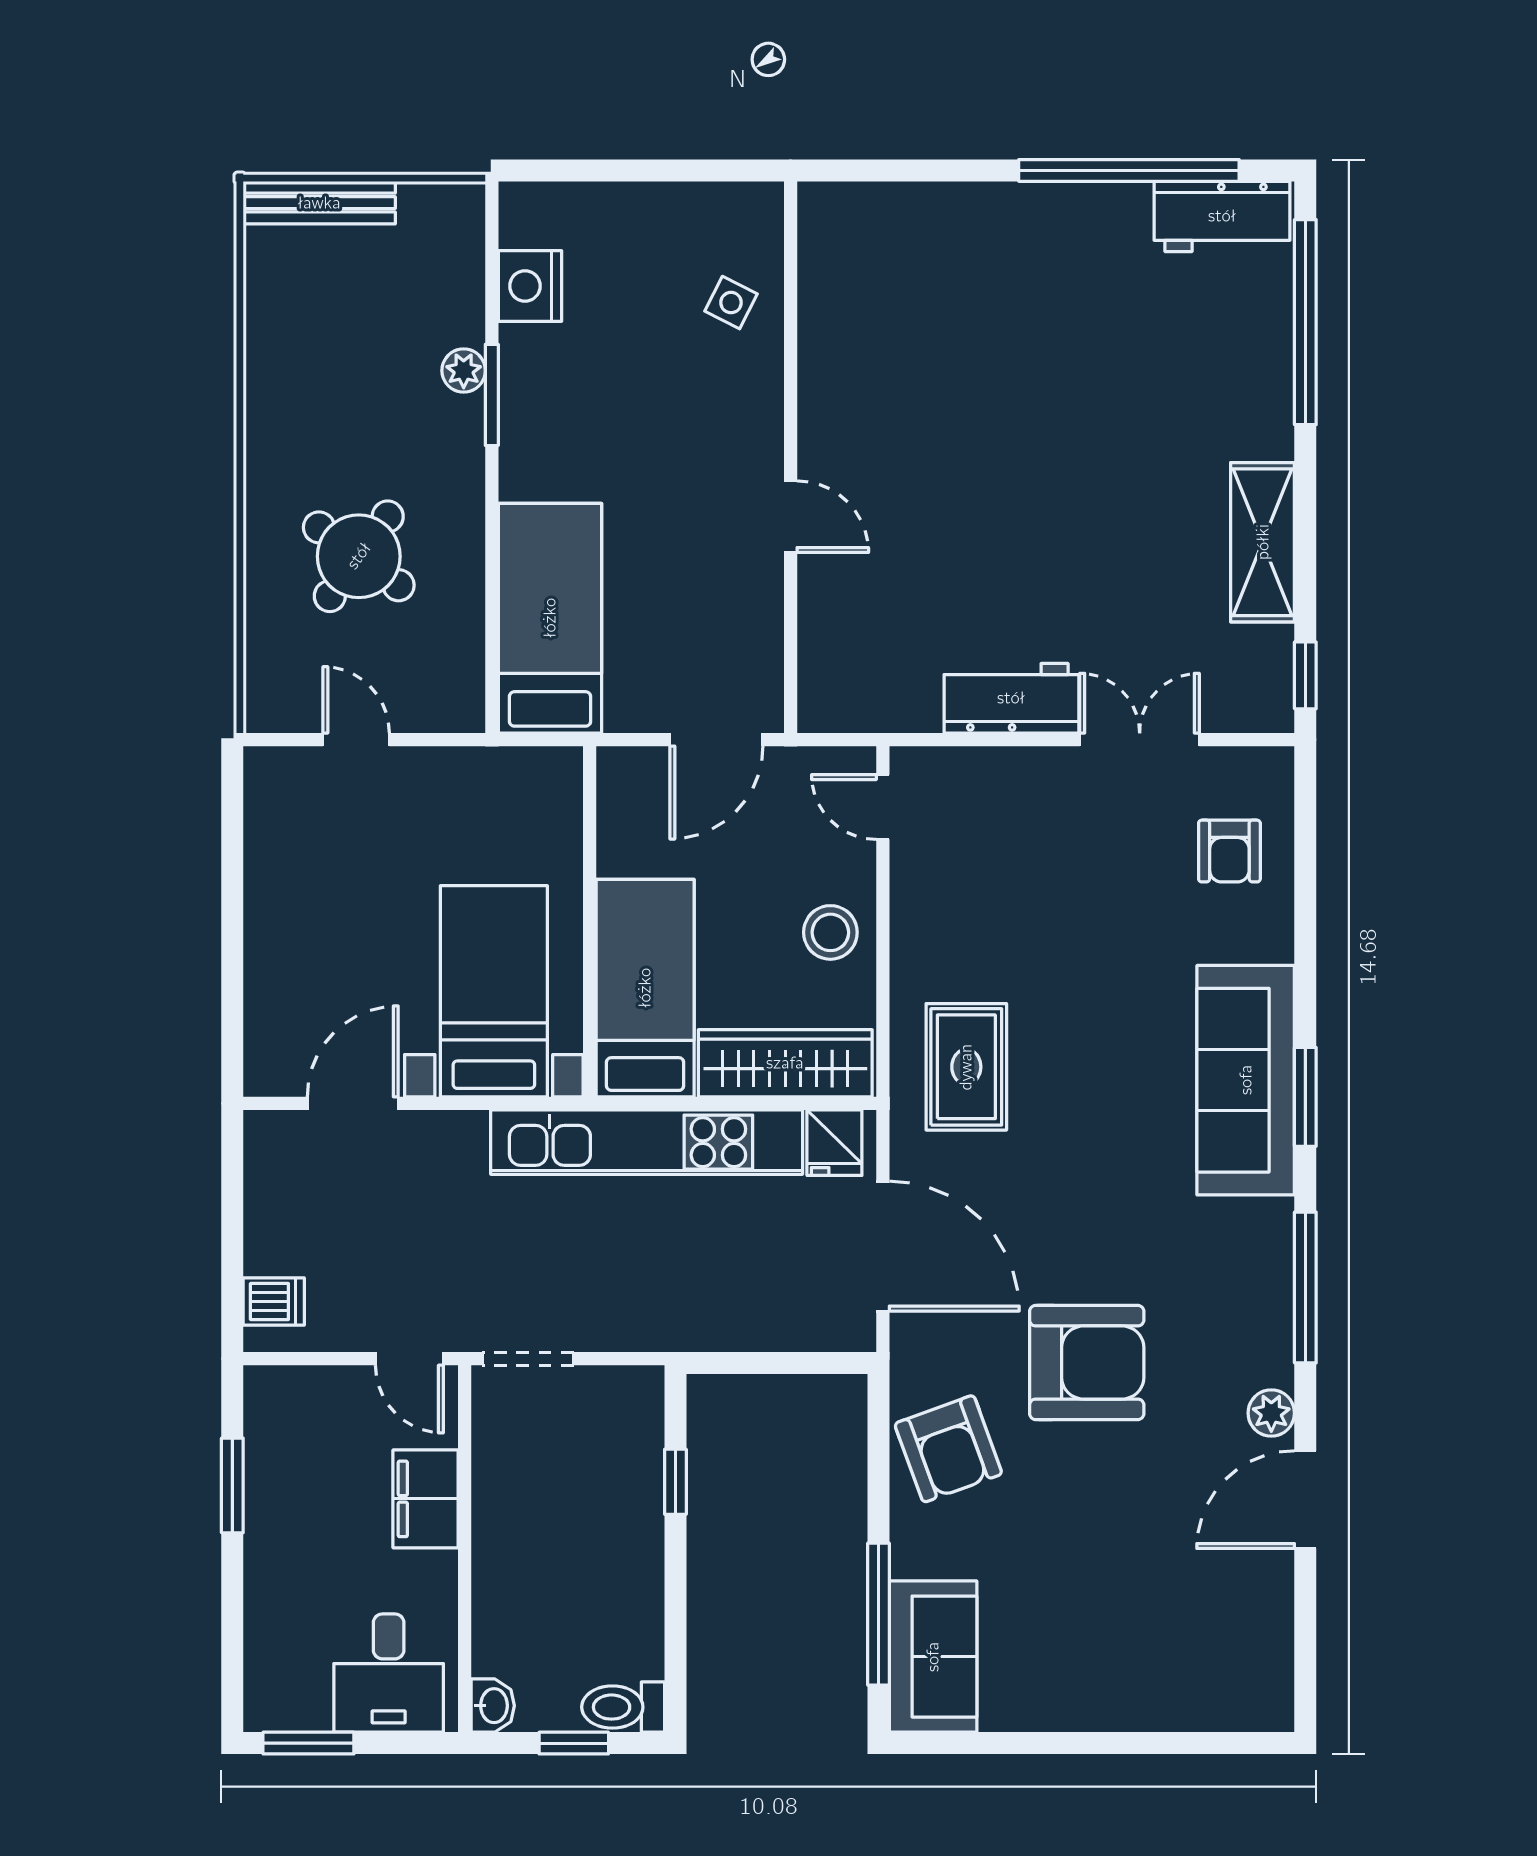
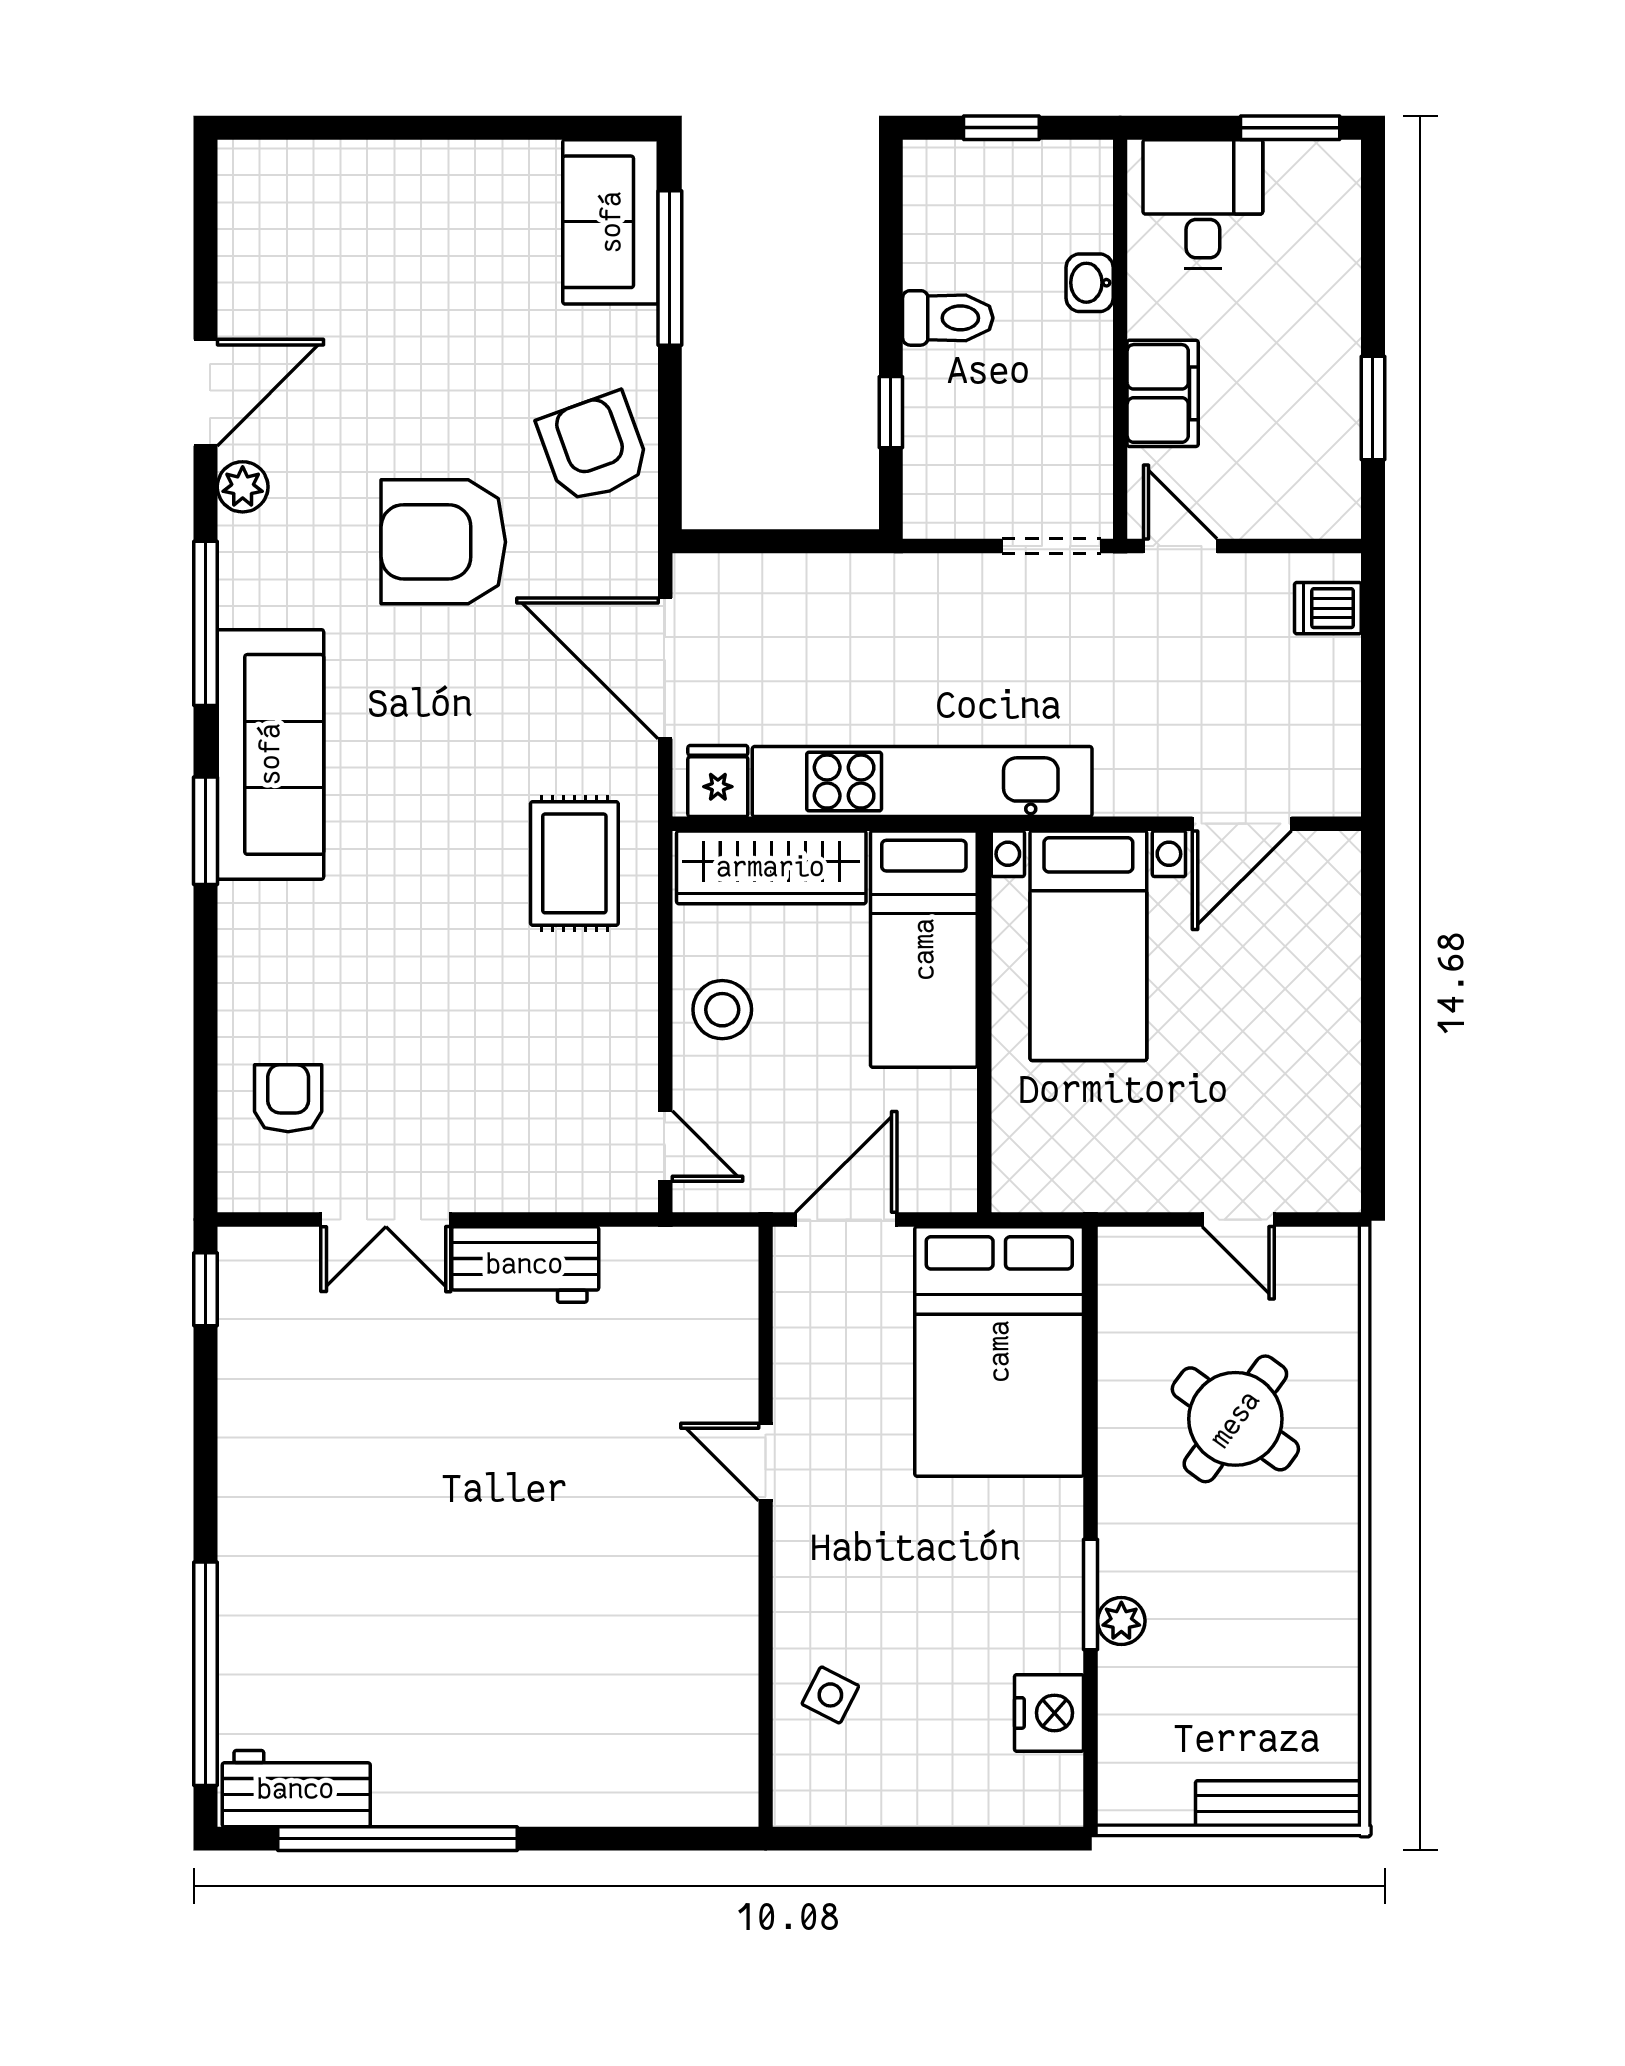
shelving: (1263, 542) -> (252, 1434), removed
bed: (550, 618) -> (999, 1351), width x1.50
sofa: (1246, 1080) -> (270, 754), moved
washbasin: (493, 1706) -> (1090, 283), moved
toilet: (623, 1707) -> (948, 318), moved

